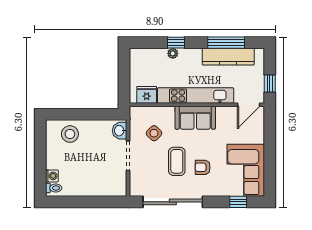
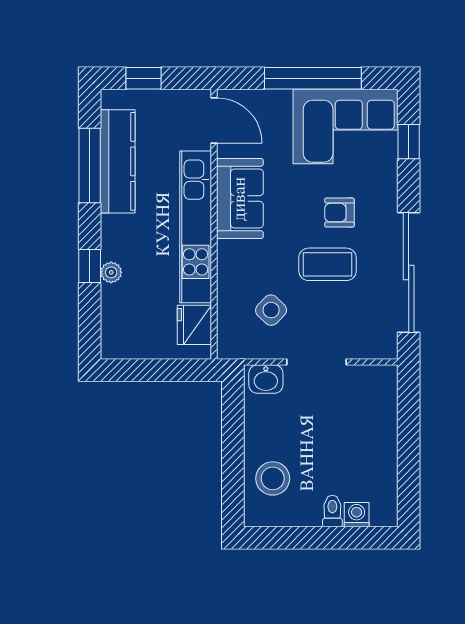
window: (270, 83) -> (143, 78), moved
sofa: (195, 118) -> (240, 199), moved
window: (270, 154) -> (313, 78), added
armchair: (203, 167) -> (339, 213), turned 90
toilet: (54, 188) -> (332, 511), moved

